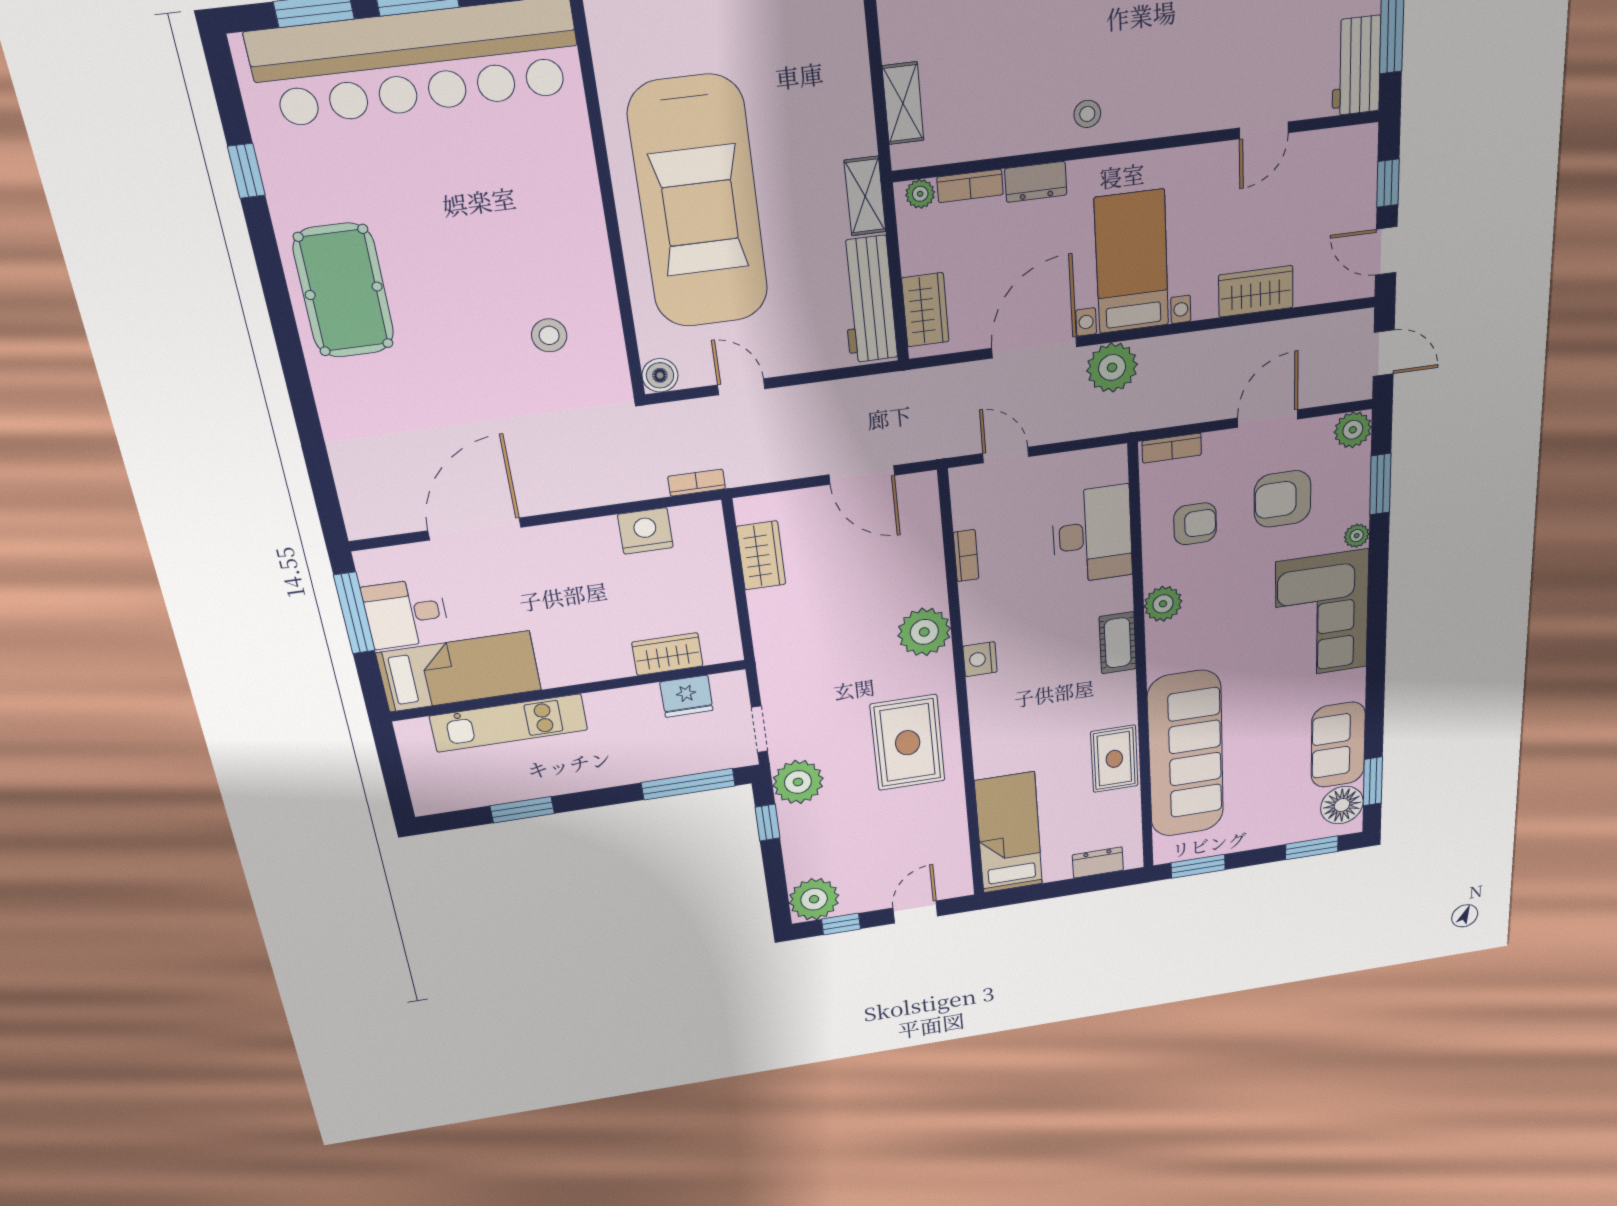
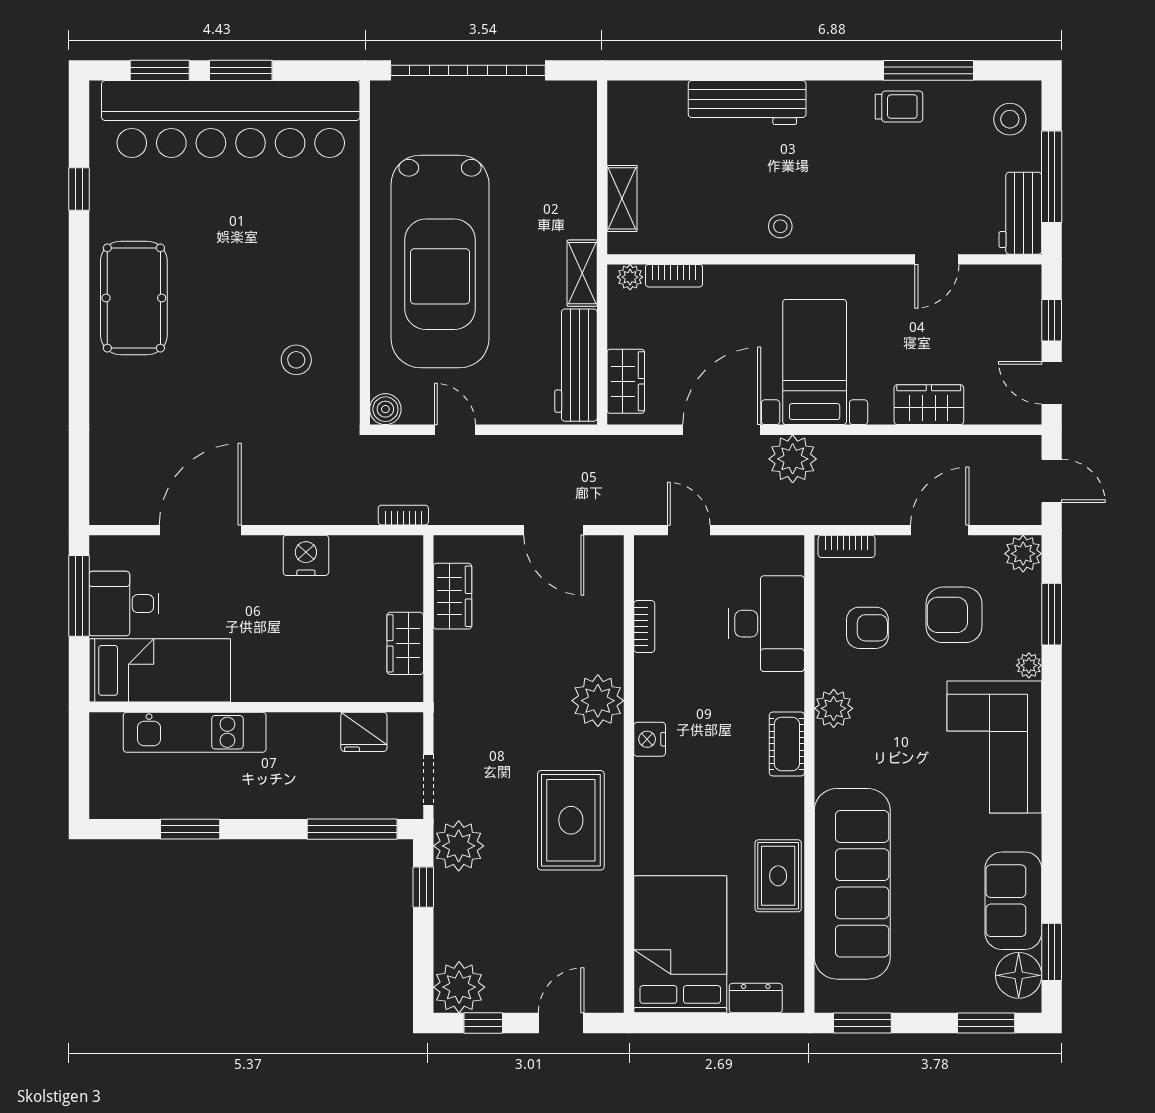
dresser: (1036, 182) -> (732, 279), removed
nightstand: (645, 531) -> (306, 555), moved
wardrobe: (667, 654) -> (405, 643), moved, turned -90
bed: (1009, 833) -> (680, 944), width x1.50

